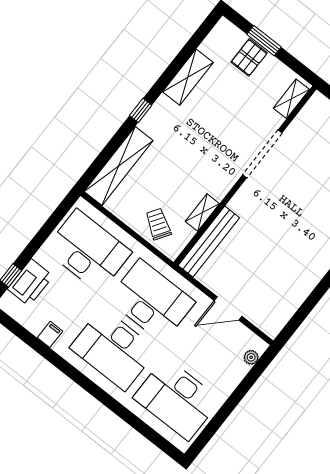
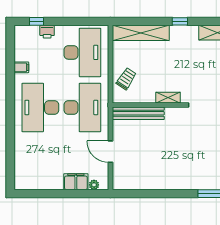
shelving: (202, 213) -> (168, 98), moved
printer: (30, 283) -> (47, 32), width x0.53, depth x0.68
filing cabinet: (231, 375) -> (76, 182), added
desk: (177, 399) -> (40, 163), removed

